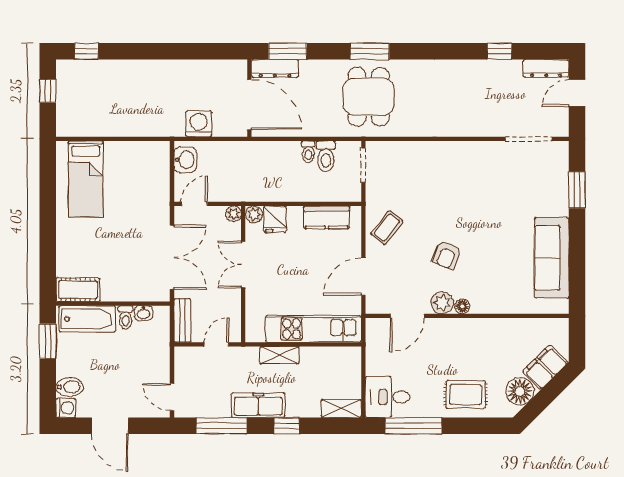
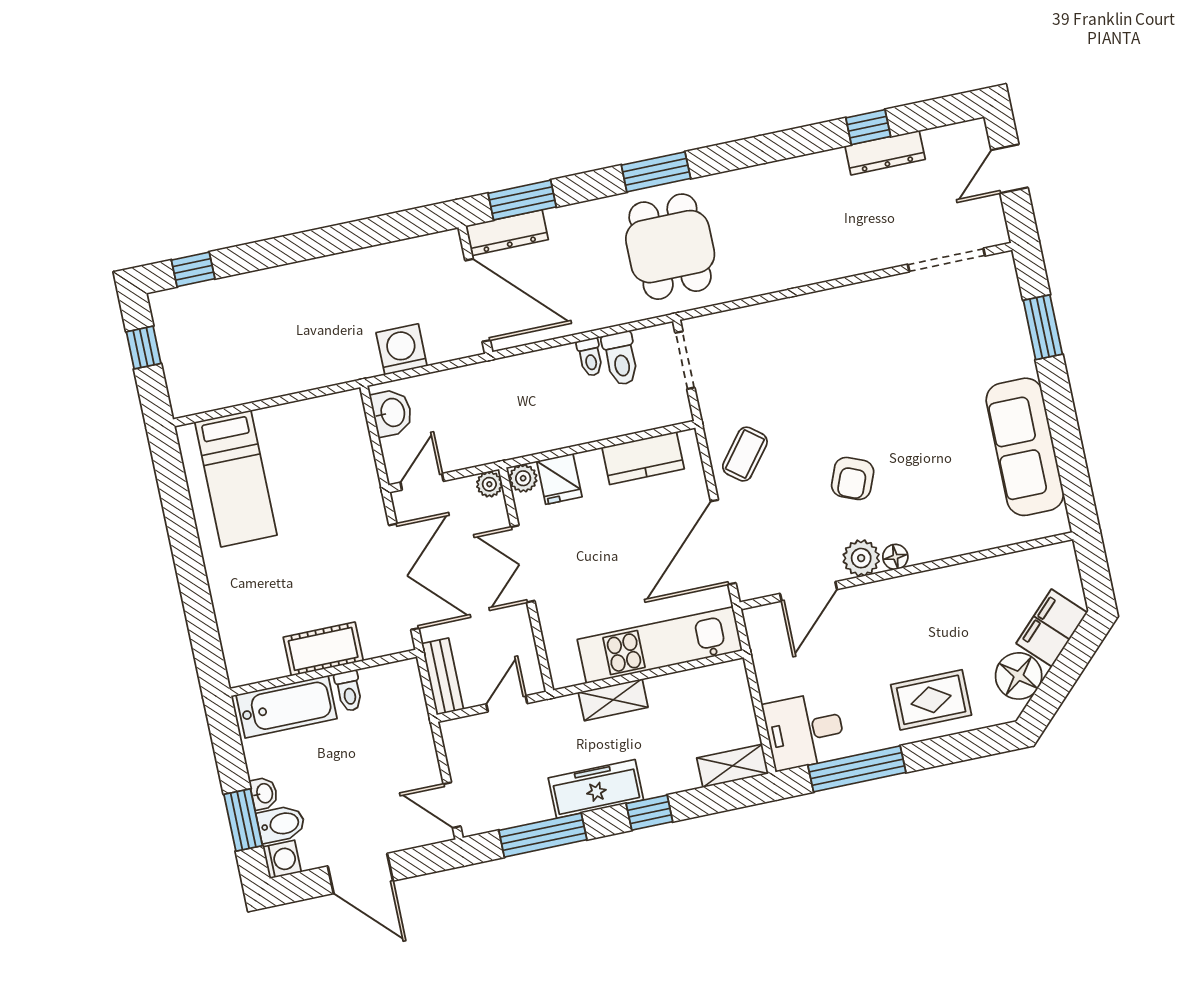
dresser: (546, 68) -> (885, 153), moved
door: (363, 276) -> (723, 542), width x1.36
cot: (78, 290) -> (323, 649), moved
washbasin: (143, 313) -> (264, 793), moved, turned -90
window: (48, 341) -> (243, 820), moved

